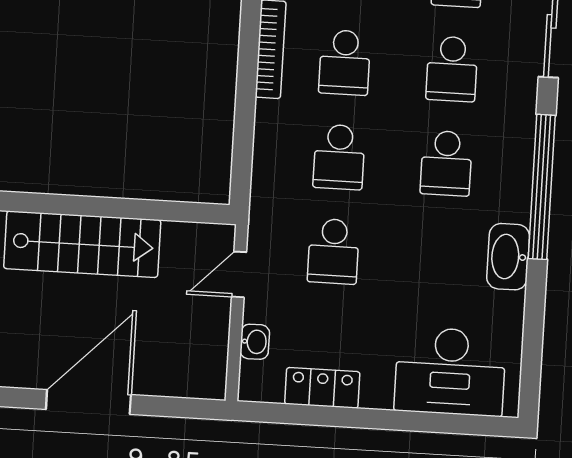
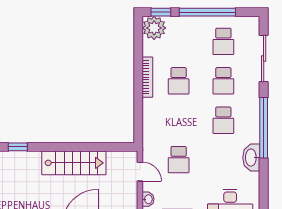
school desk: (339, 157) -> (179, 120), removed
door: (239, 274) -> (140, 172), swing flipped

